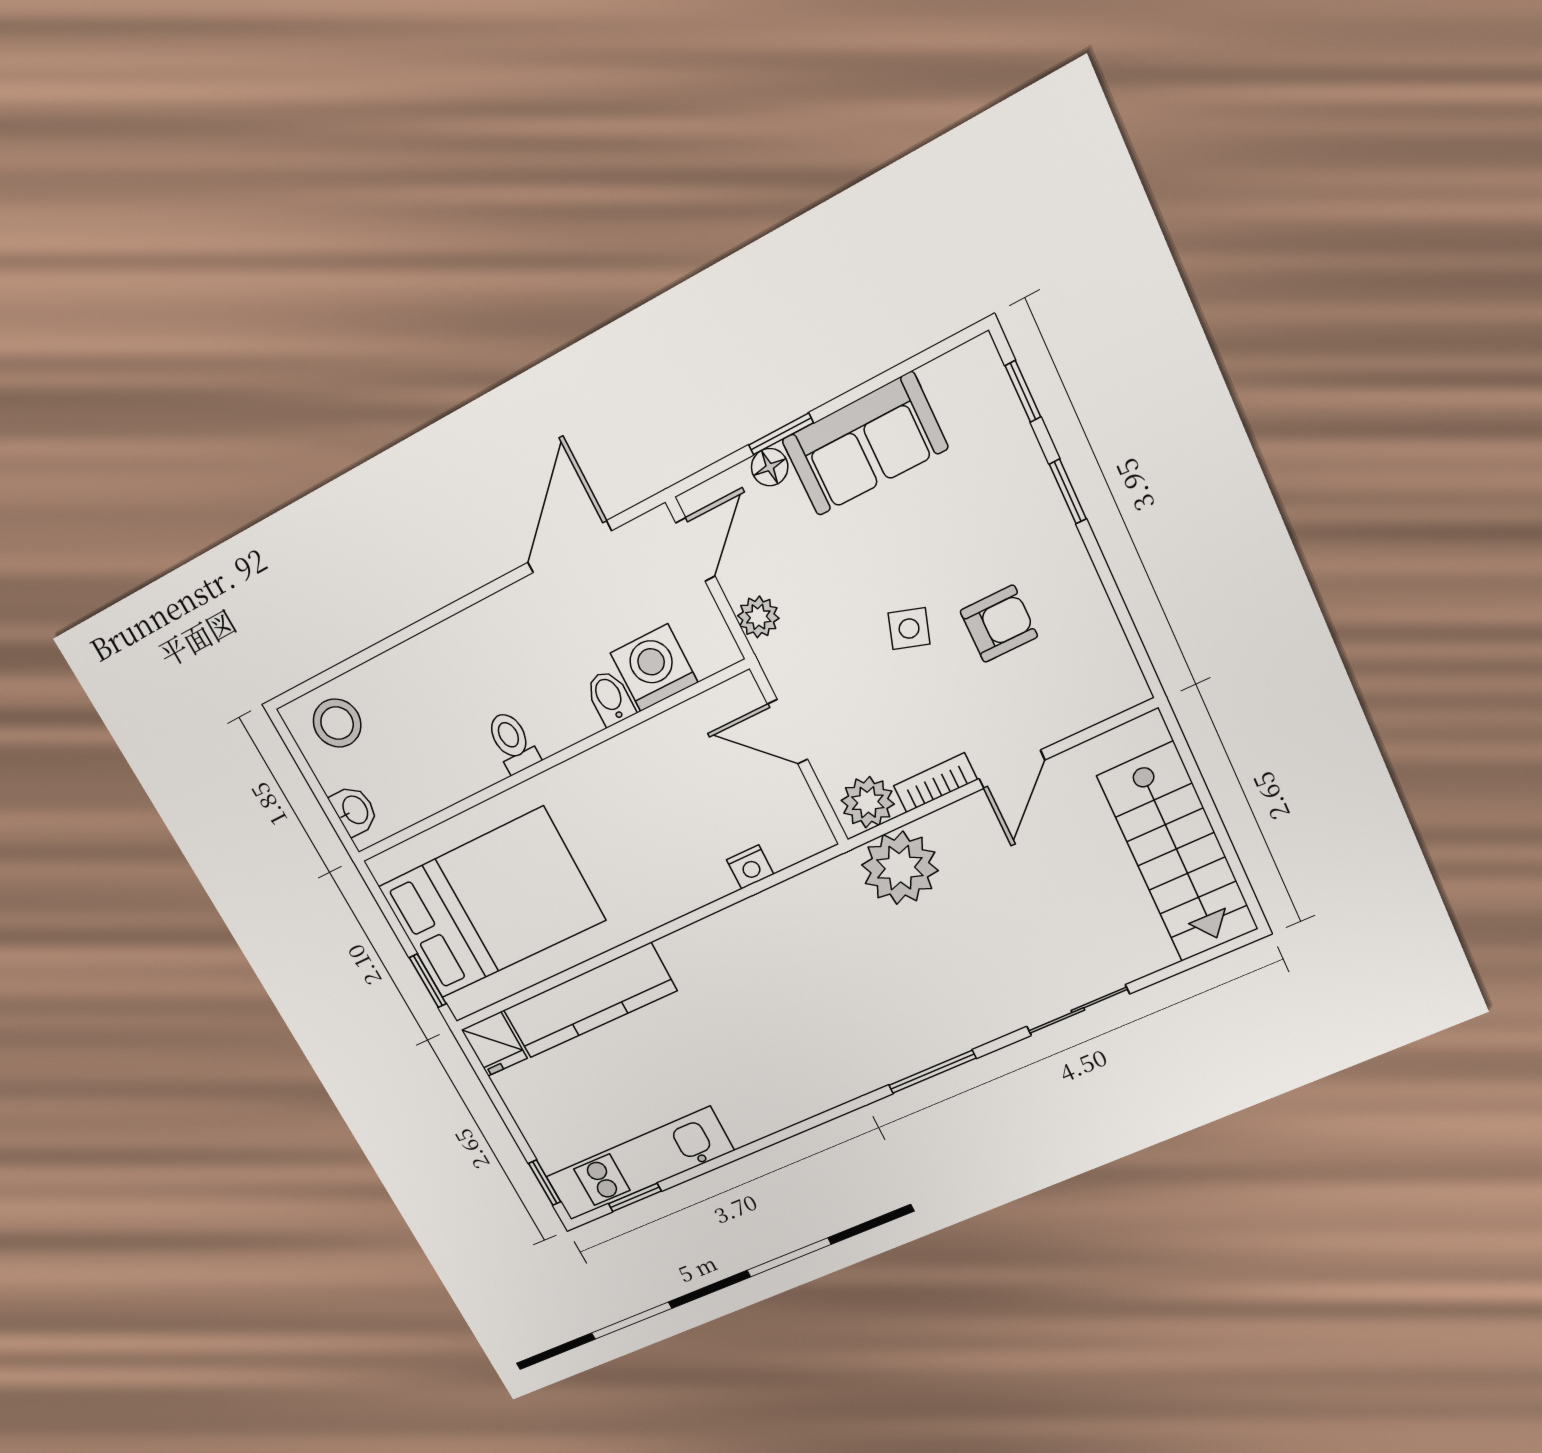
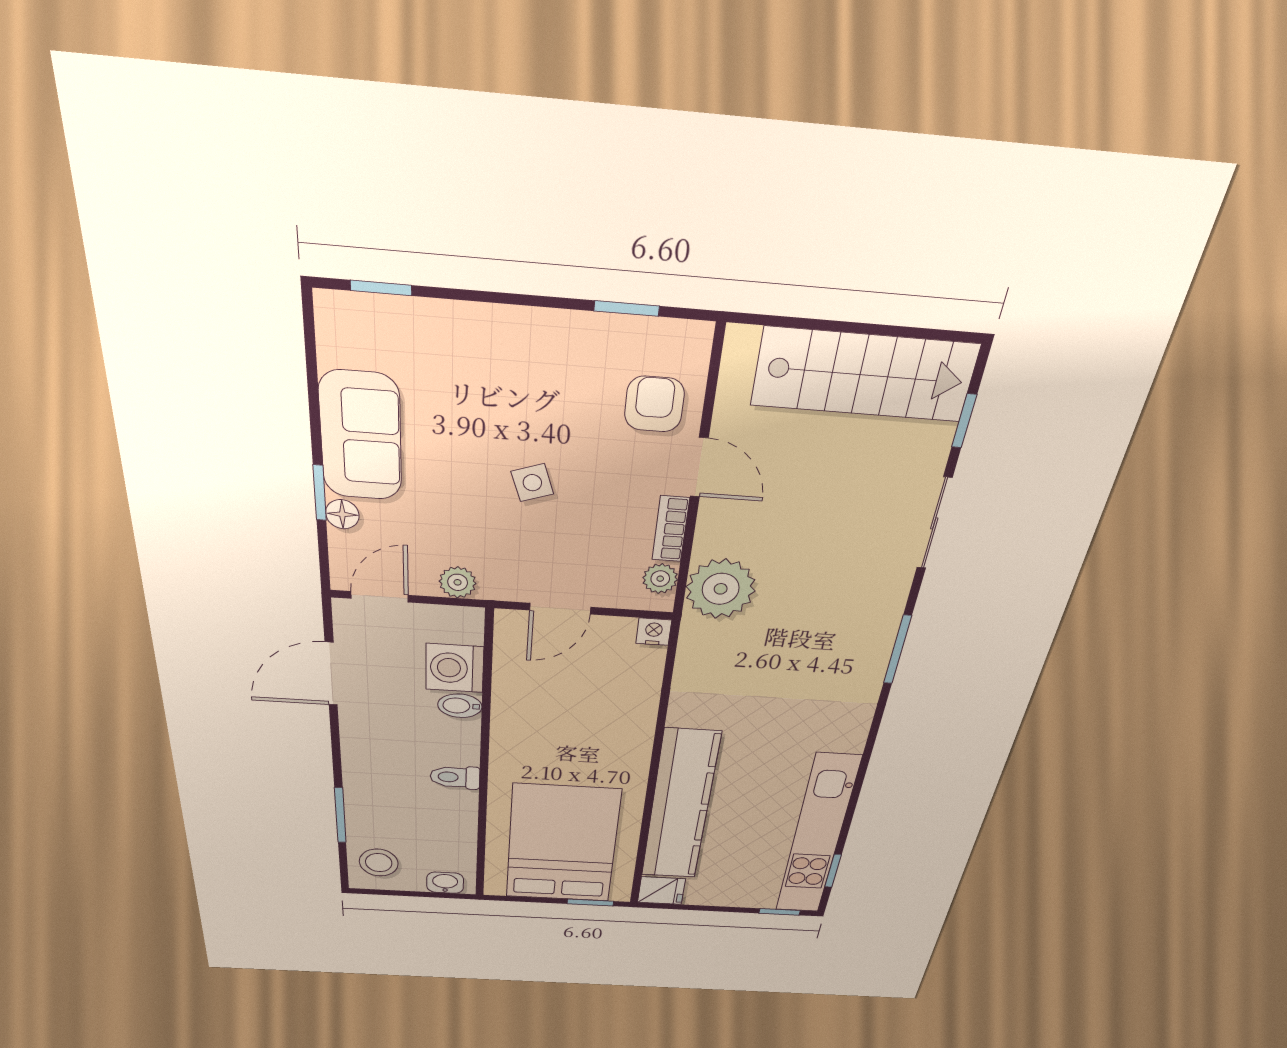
window: (1068, 491) -> (627, 309), moved
door: (570, 547) -> (331, 674), hinge flipped
door: (695, 550) -> (380, 597), hinge flipped
armchair: (999, 624) -> (654, 404), moved
side table: (909, 629) -> (532, 483), turned -37
window: (380, 648) -> (340, 815), added
plant: (868, 802) -> (660, 579), width x0.73, depth x0.73
nightstand: (750, 867) -> (654, 632), moved, turned -90
window: (1185, 965) -> (964, 421), added
kitchen counter: (590, 1000) -> (680, 806), width x1.39, depth x1.17
kitchen unit: (639, 1164) -> (817, 836), width x1.36

